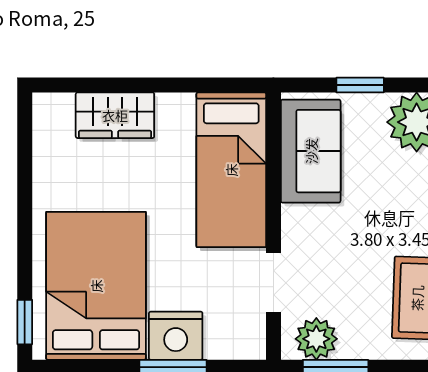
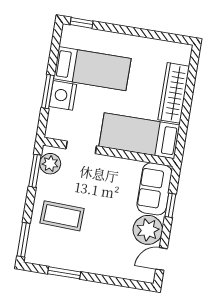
wardrobe: (115, 115) -> (174, 93), width x1.50
sofa: (311, 151) -> (154, 189), moved, turned 90
bed: (96, 286) -> (92, 69), width x0.67

